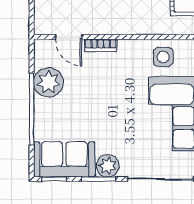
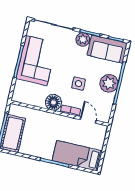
floor lamp: (132, 52) -> (53, 102), added
side table: (163, 57) -> (78, 84), moved
plant: (48, 82) -> (109, 83), moved

